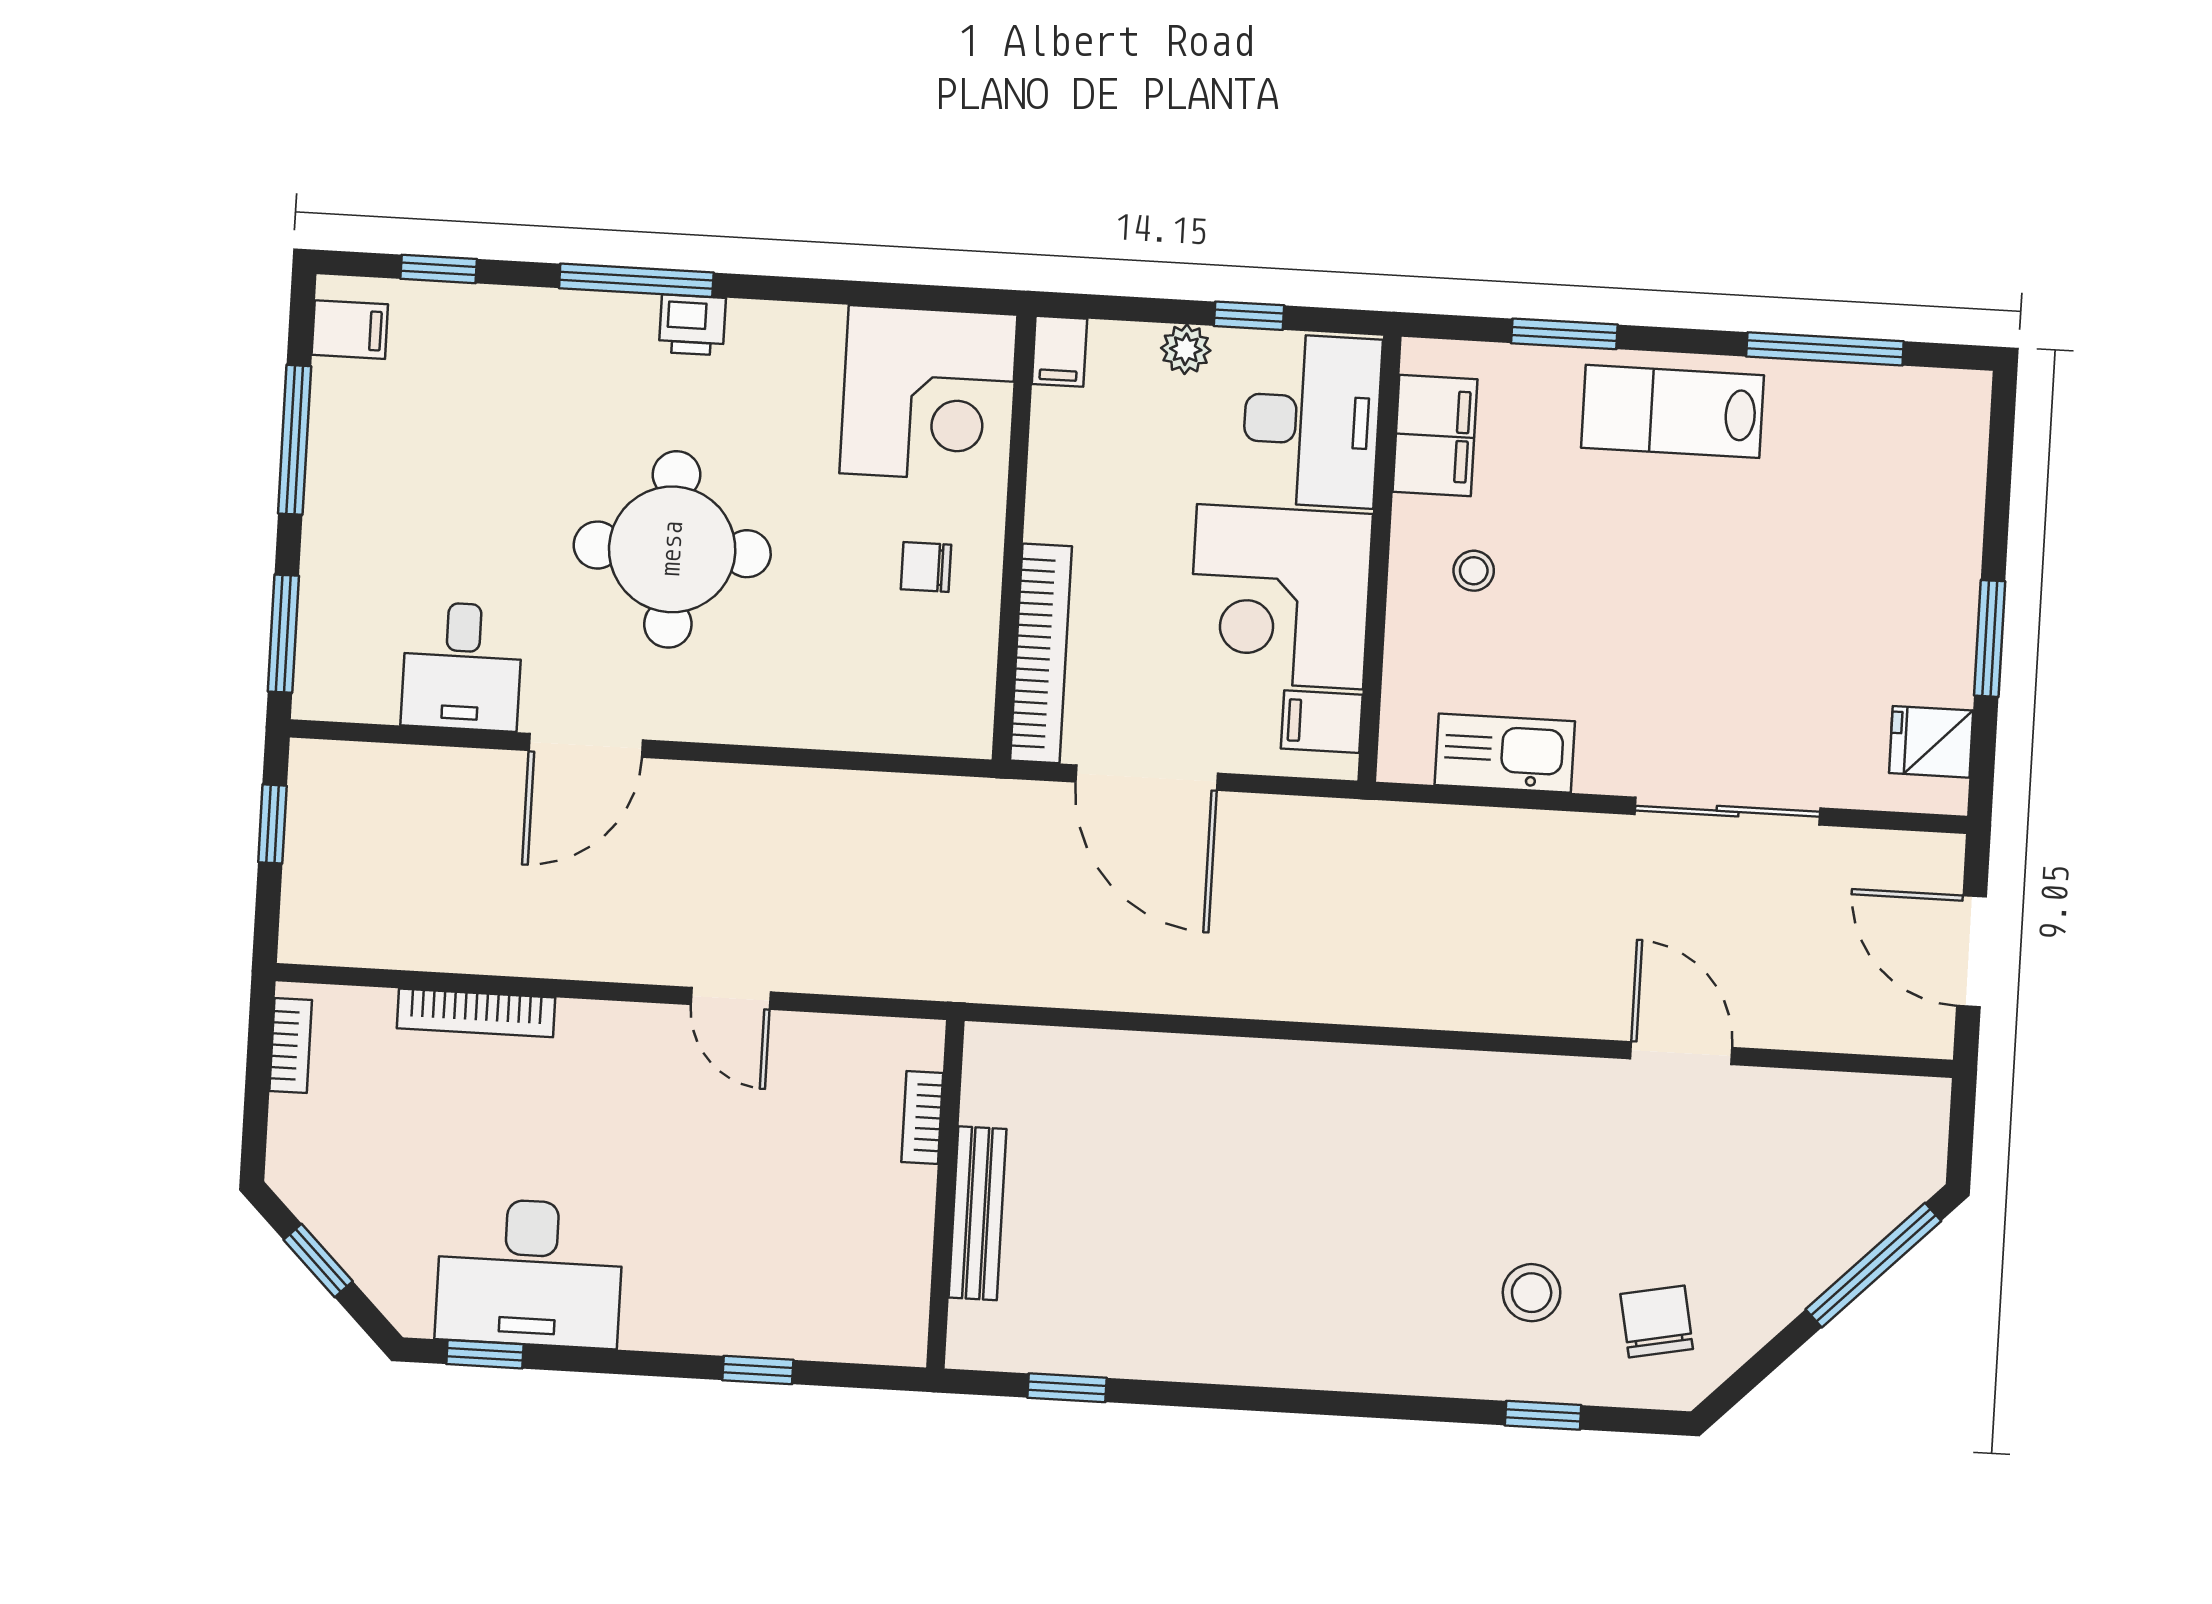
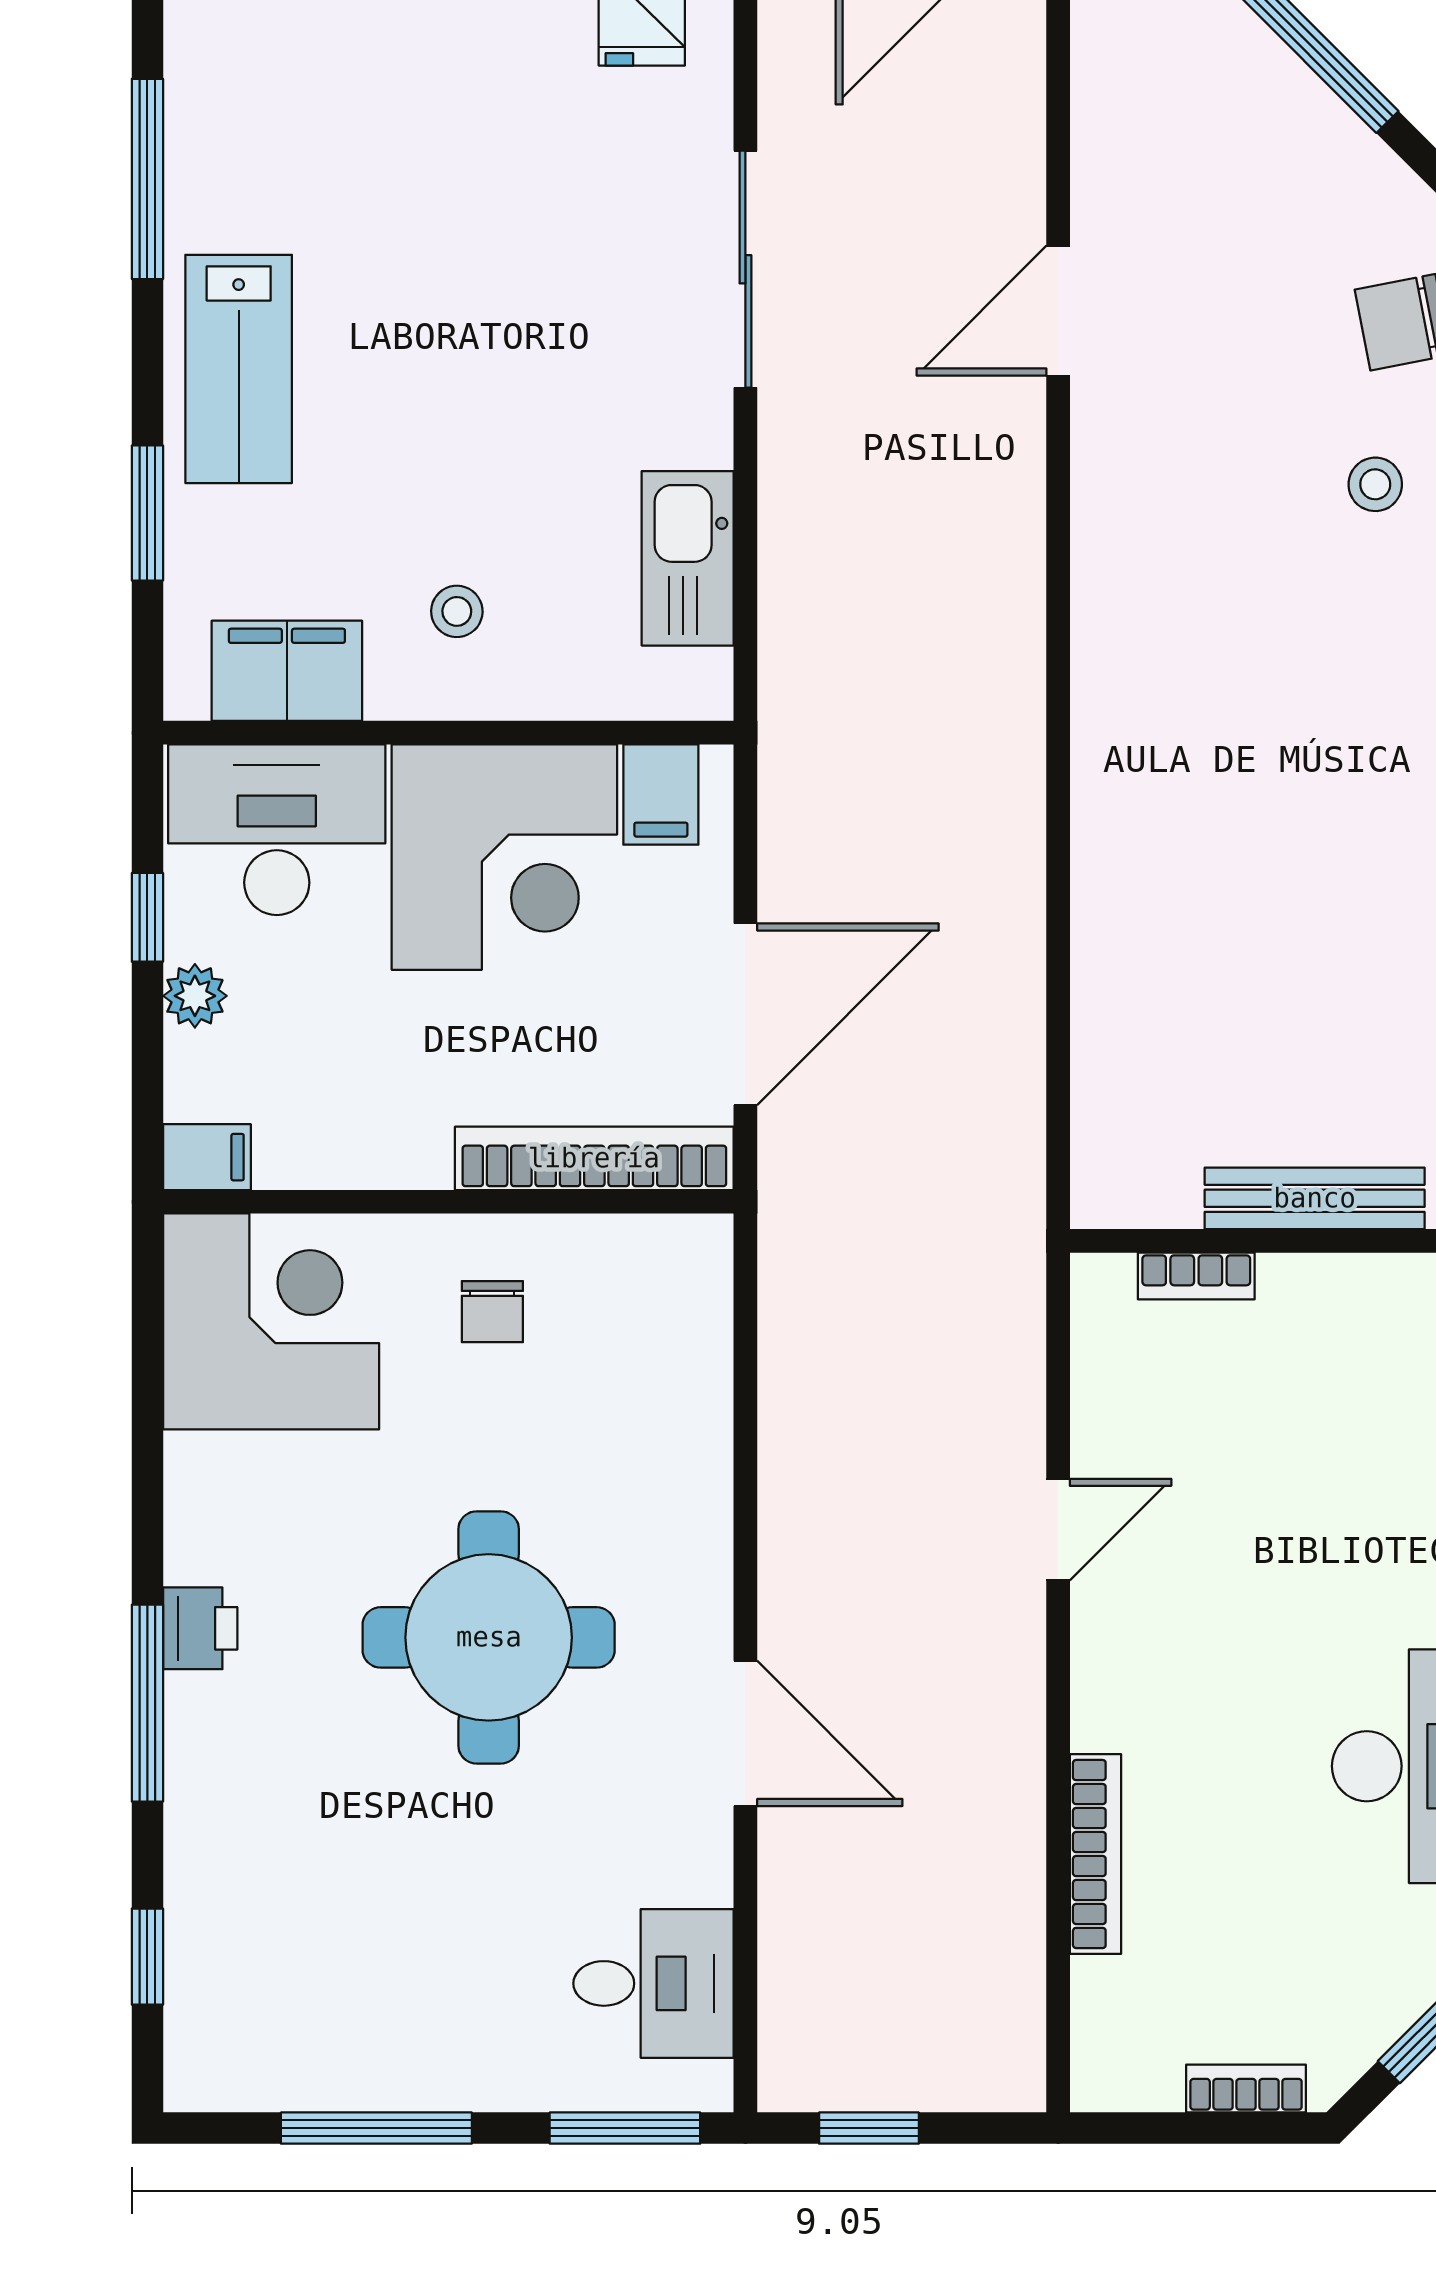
filing cabinet: (350, 330) -> (231, 2066), removed
desk: (462, 666) -> (654, 1983), moved
bookcase: (291, 1045) -> (1246, 2089), moved
stool: (1532, 1293) -> (1375, 484), width x0.73, depth x0.73

